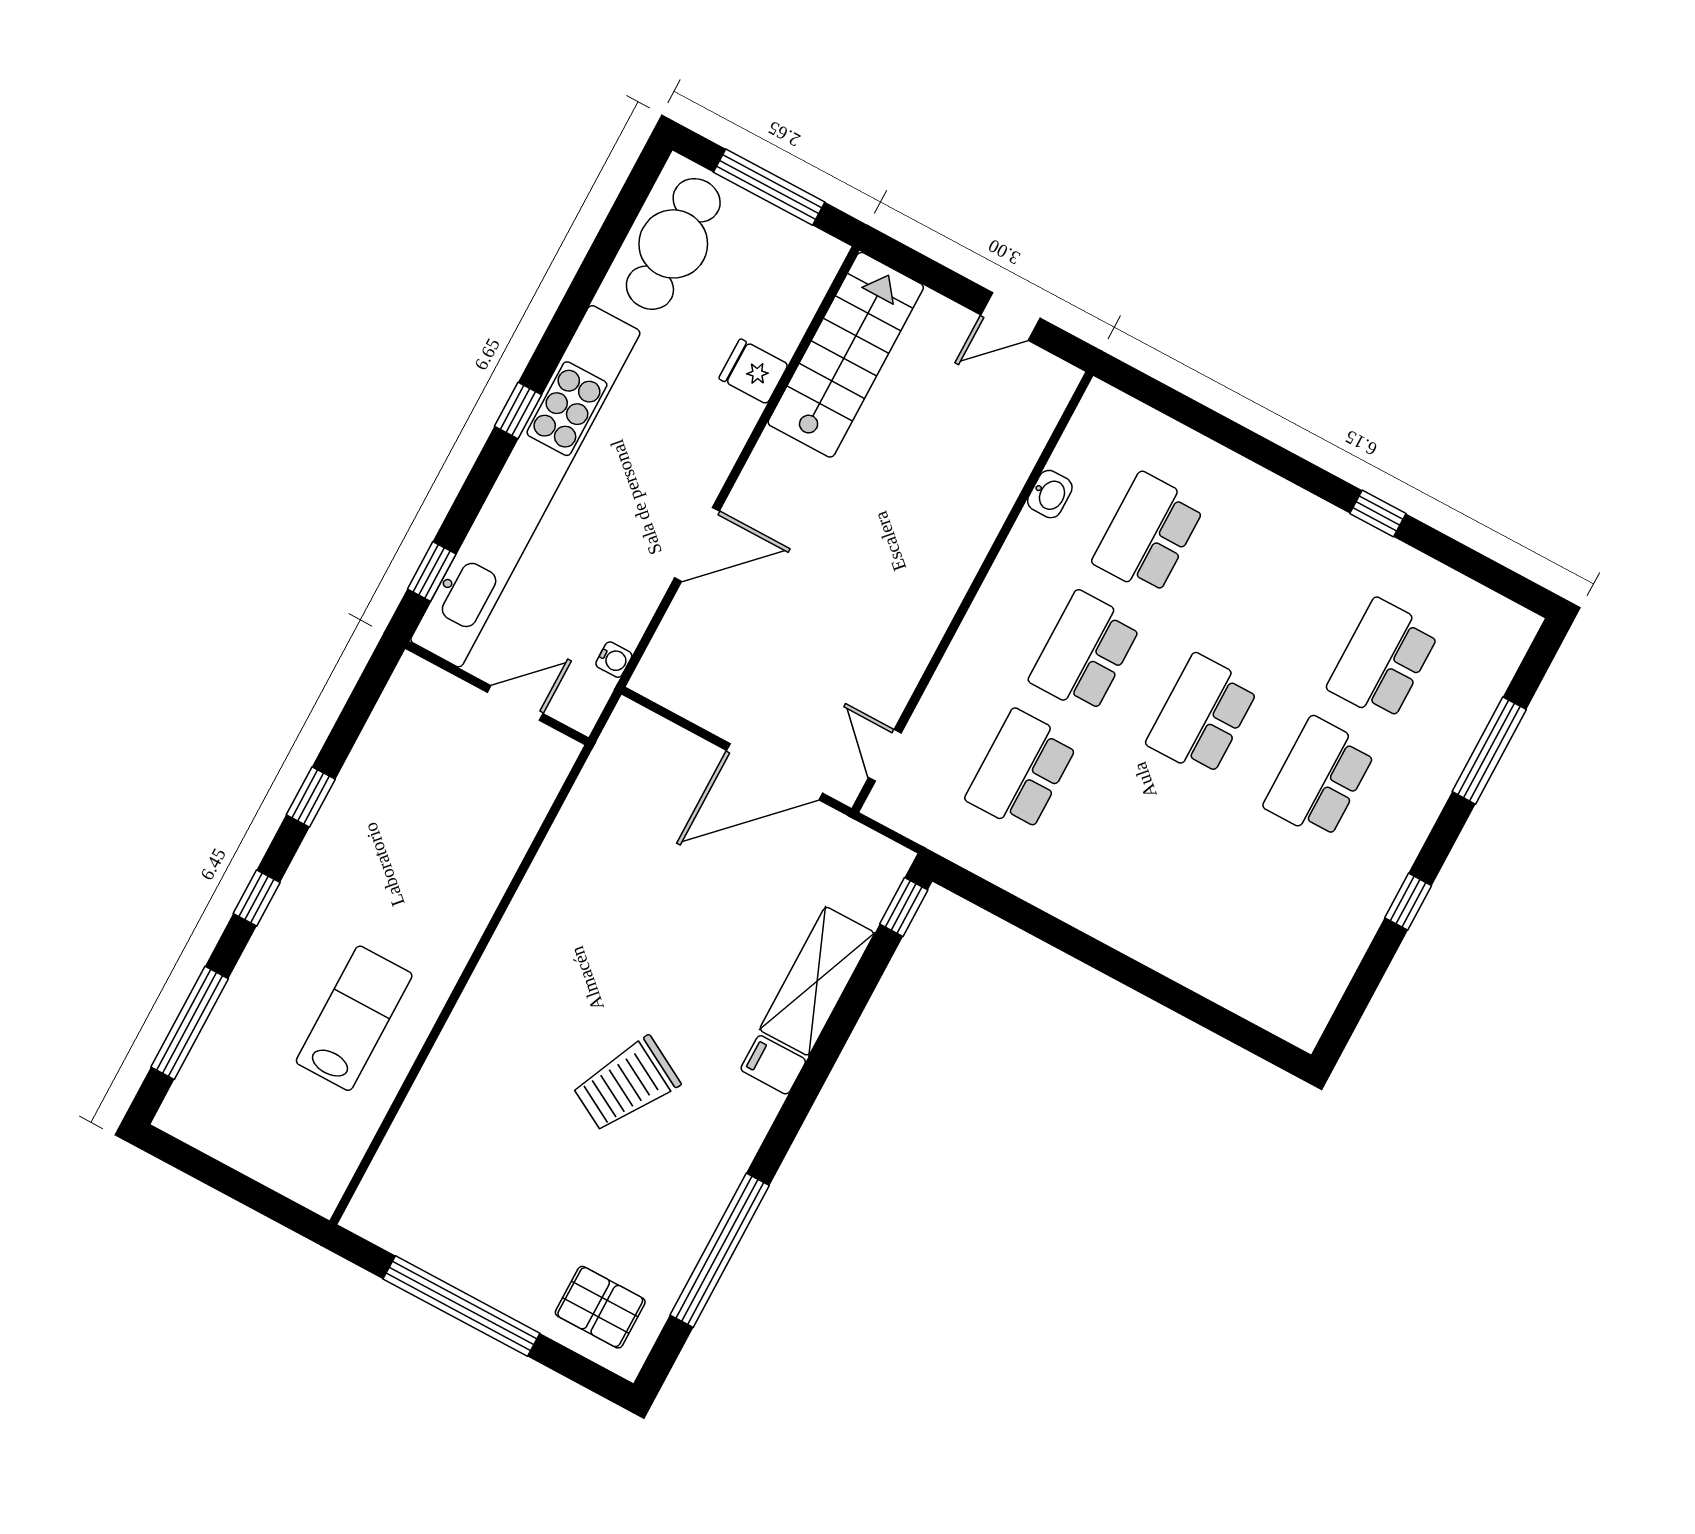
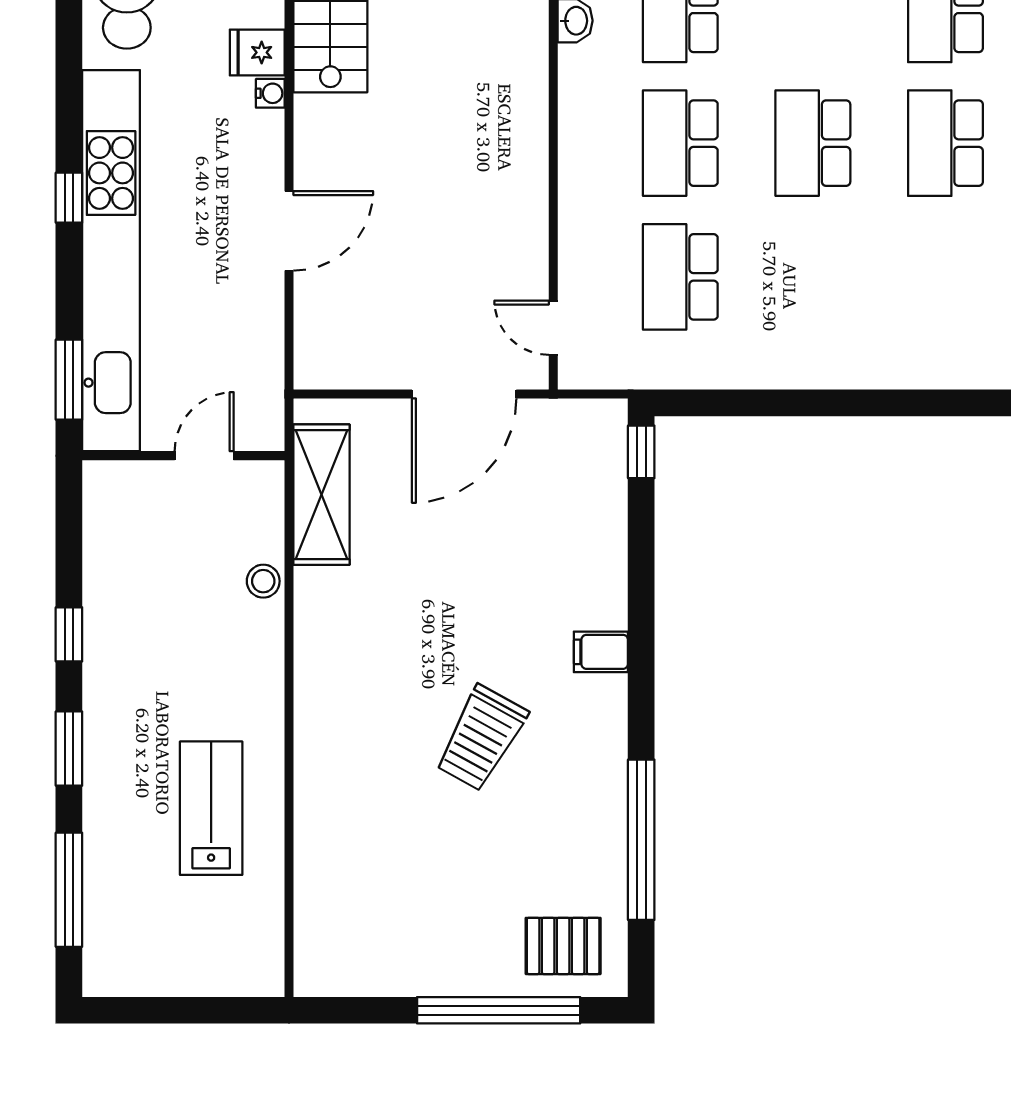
window: (432, 572) -> (69, 380), width x1.50
water cooler: (614, 660) -> (270, 93), moved
stool: (508, 842) -> (263, 581), added
window: (257, 898) -> (69, 749), width x1.50
shelving: (817, 981) -> (322, 495), moved
window: (461, 1306) -> (499, 1010), moved

